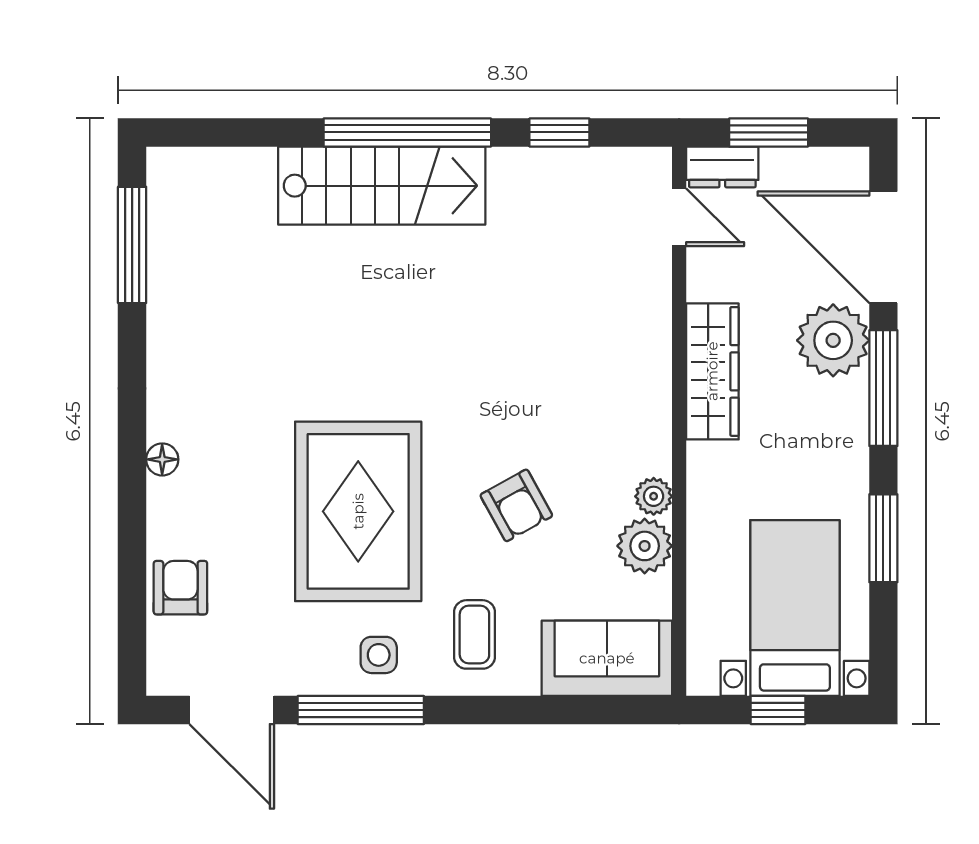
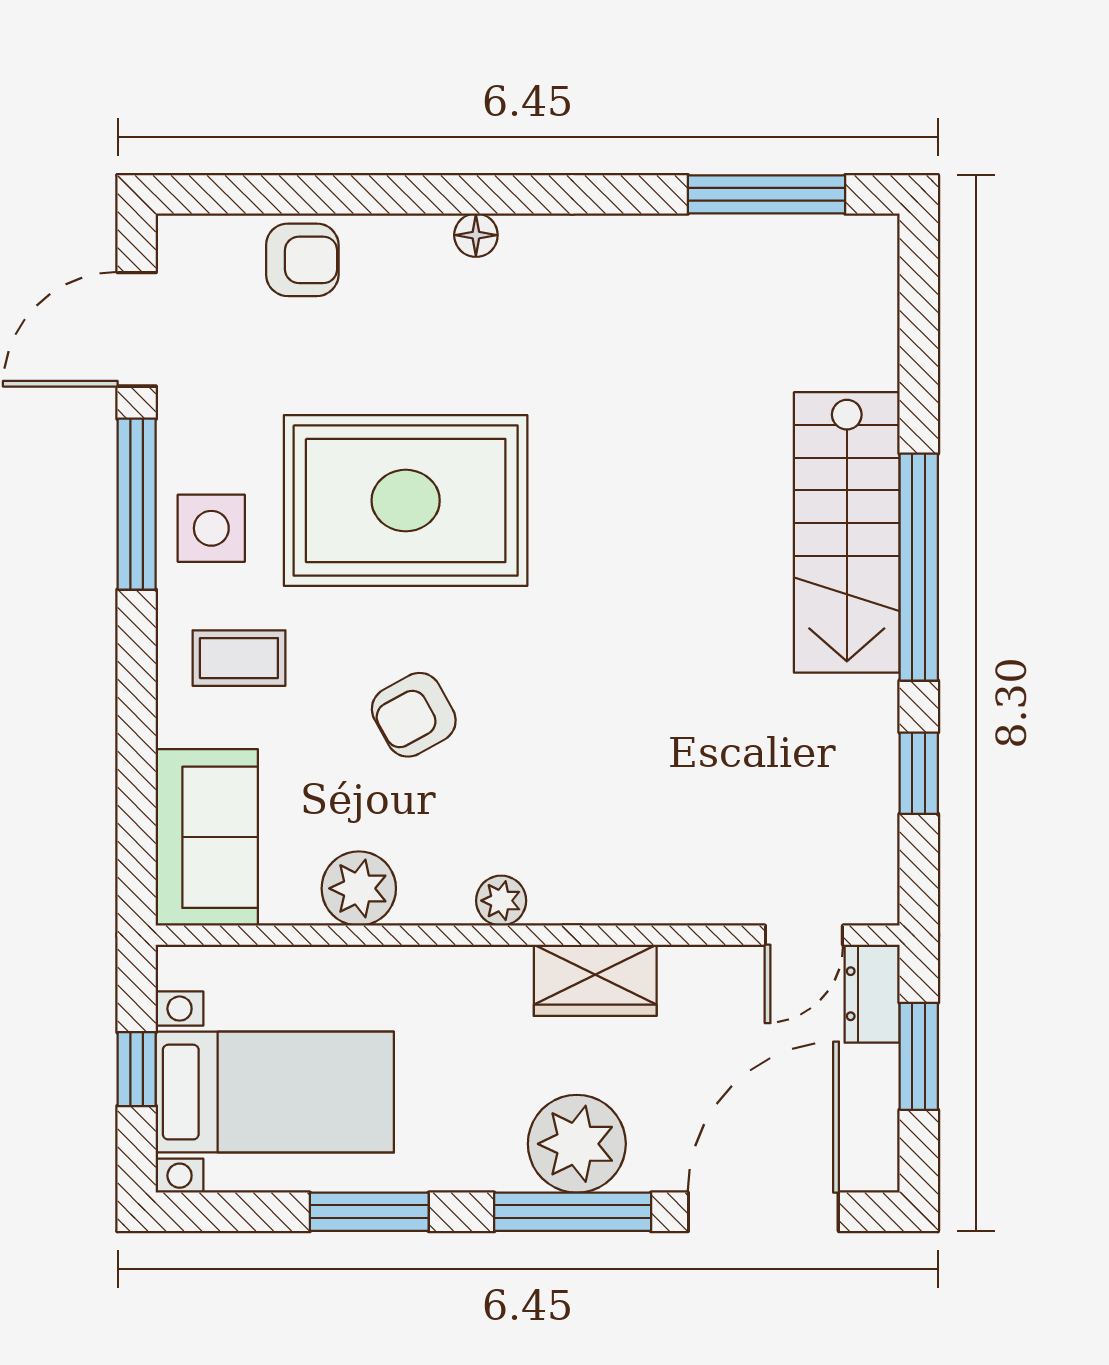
plant: (833, 340) -> (577, 1144), moved
wardrobe: (712, 371) -> (595, 980), width x0.67
plant: (654, 496) -> (501, 901), moved
side table: (379, 655) -> (211, 528), width x1.37, depth x1.37

